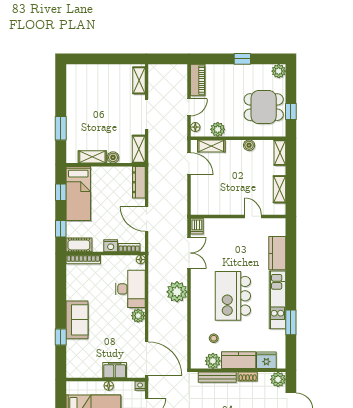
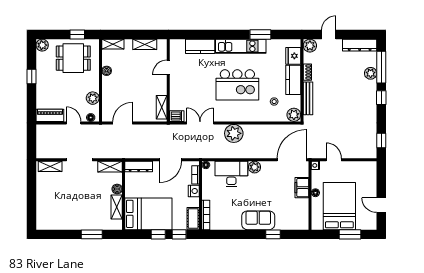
dining table: (264, 107) -> (73, 58), turned 90
shelving: (211, 146) -> (162, 107), moved
window: (61, 192) -> (158, 234), moved
bed: (78, 193) -> (148, 214), width x1.50
plant: (213, 361) -> (294, 115), moved

